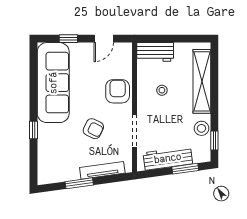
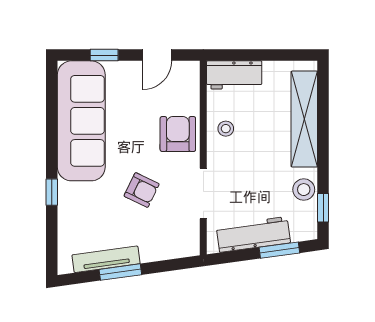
stool: (162, 90) -> (226, 129), moved
tv unit: (102, 170) -> (106, 259), moved

